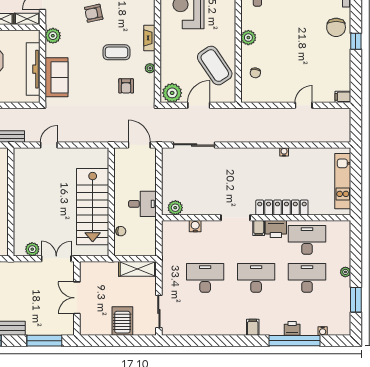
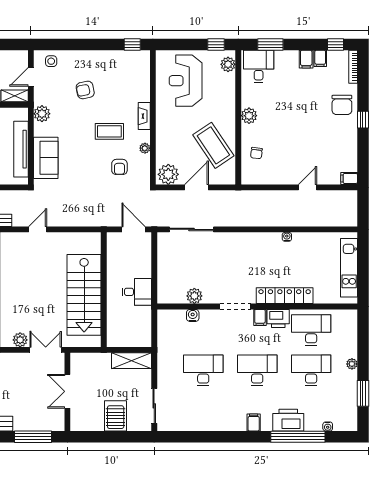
plant: (175, 208) -> (194, 296), moved
chair: (121, 231) -> (114, 321), removed
printer: (292, 328) -> (288, 420), width x1.87, depth x1.48

